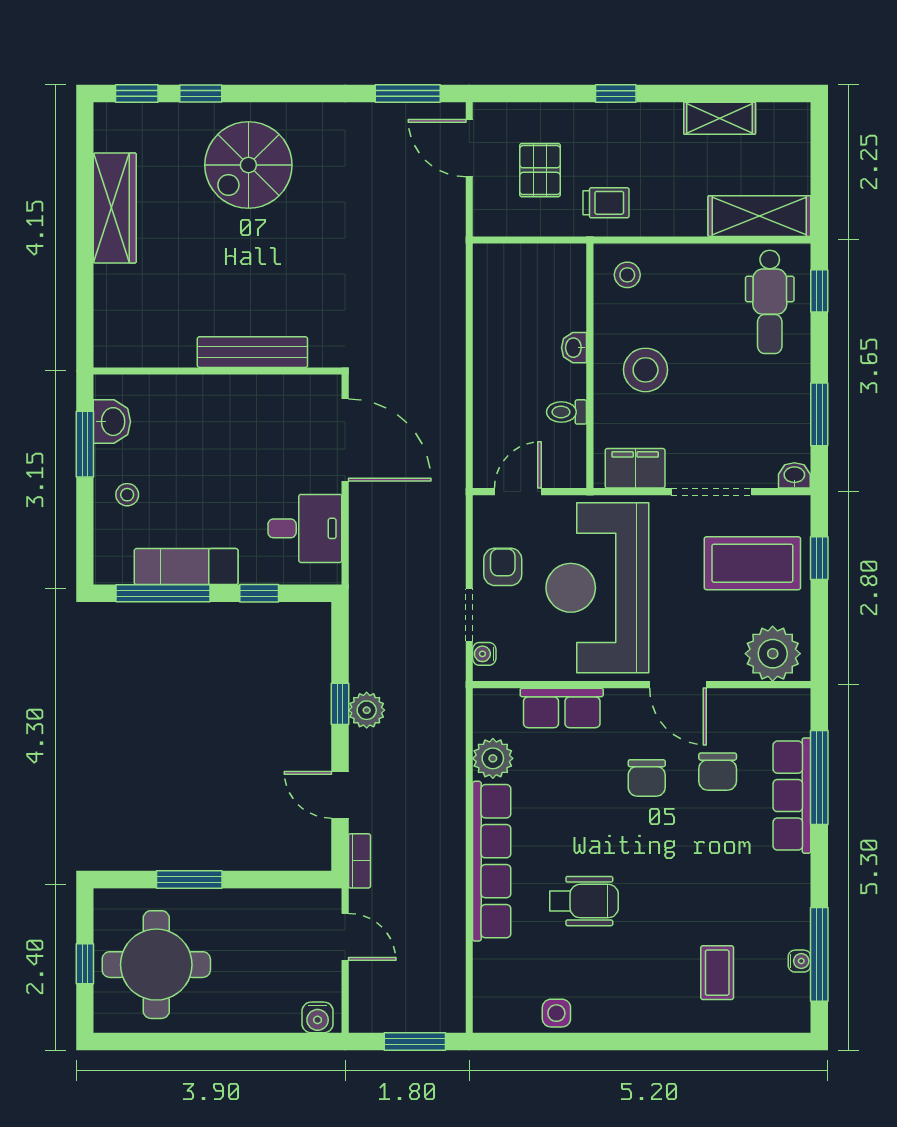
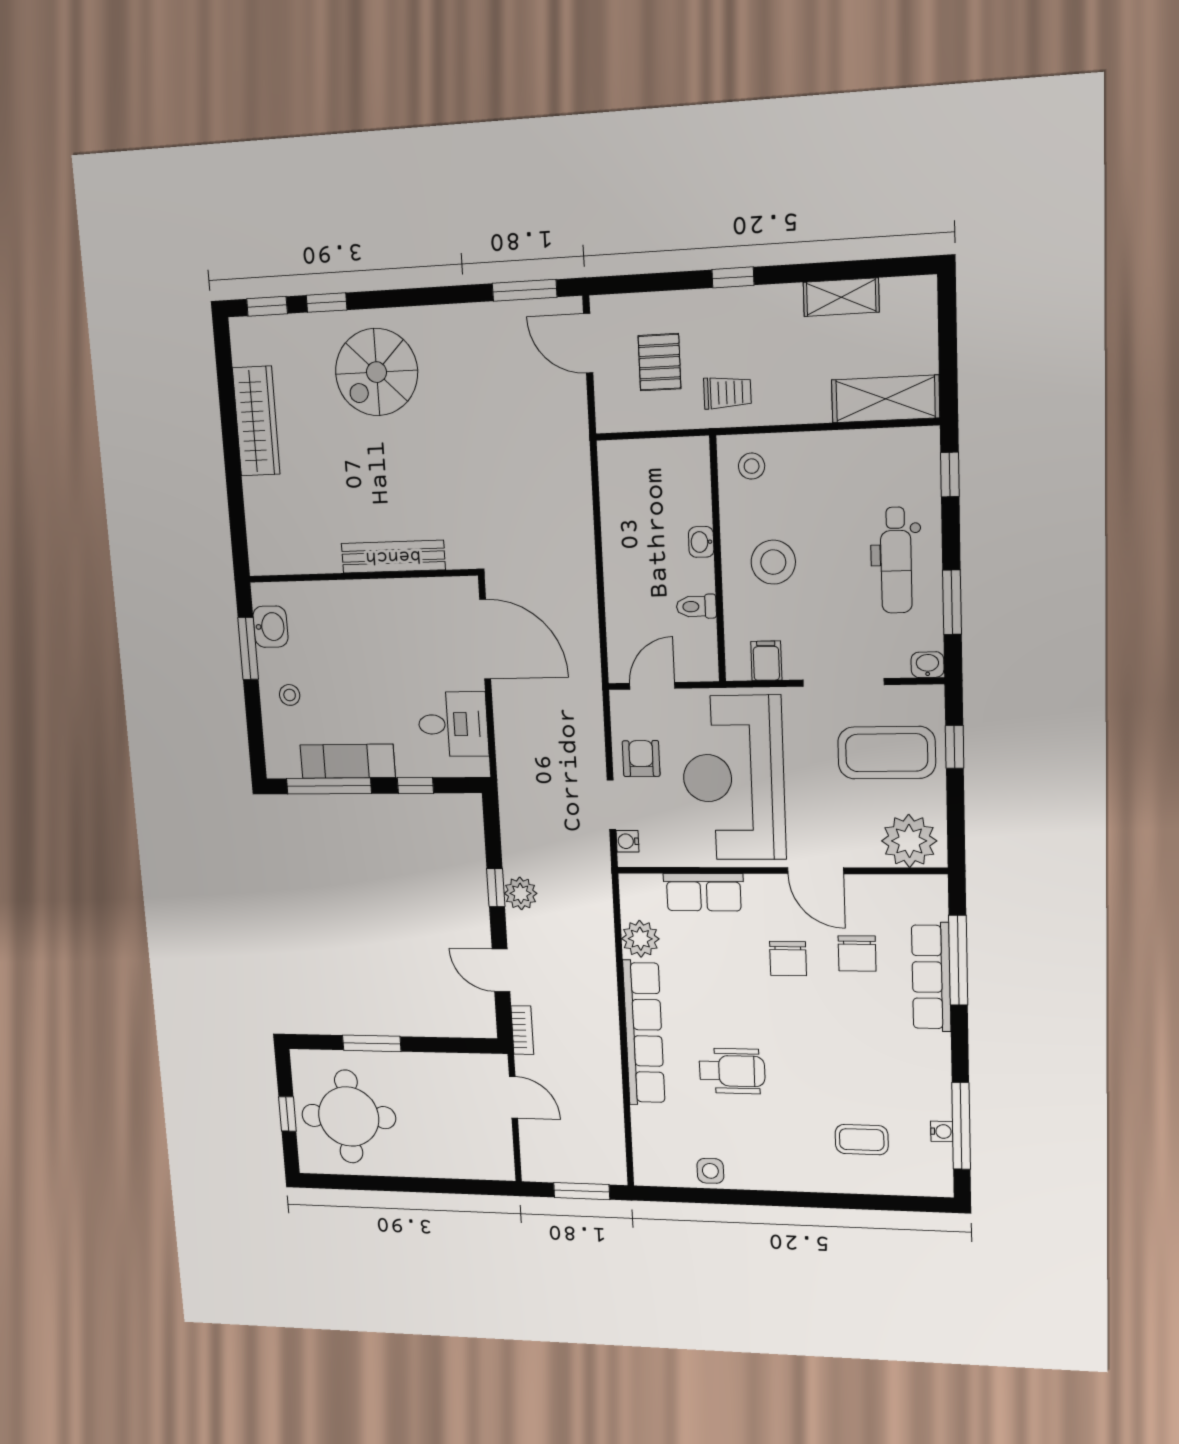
dental chair: (770, 302) -> (896, 560), moved
filing cabinet: (635, 468) -> (766, 661), width x0.50
coffee table: (717, 973) -> (862, 1140), turned 90
water cooler: (318, 1017) -> (493, 1167), removed

